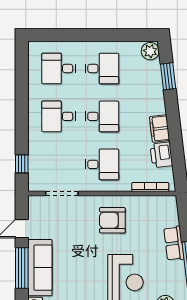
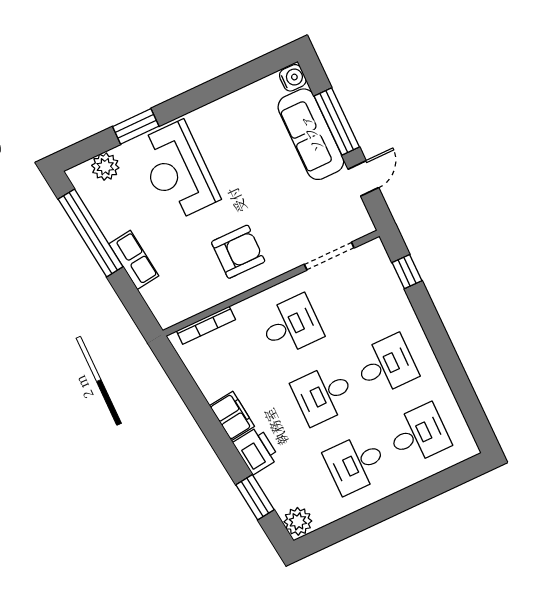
printer: (161, 155) -> (256, 450), moved
desk: (102, 164) -> (291, 325), turned 180

